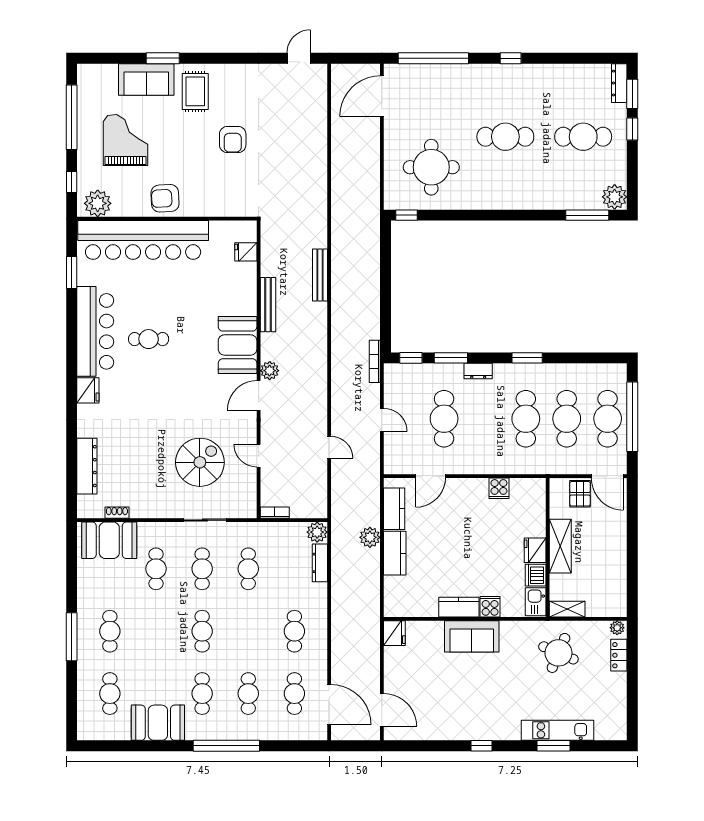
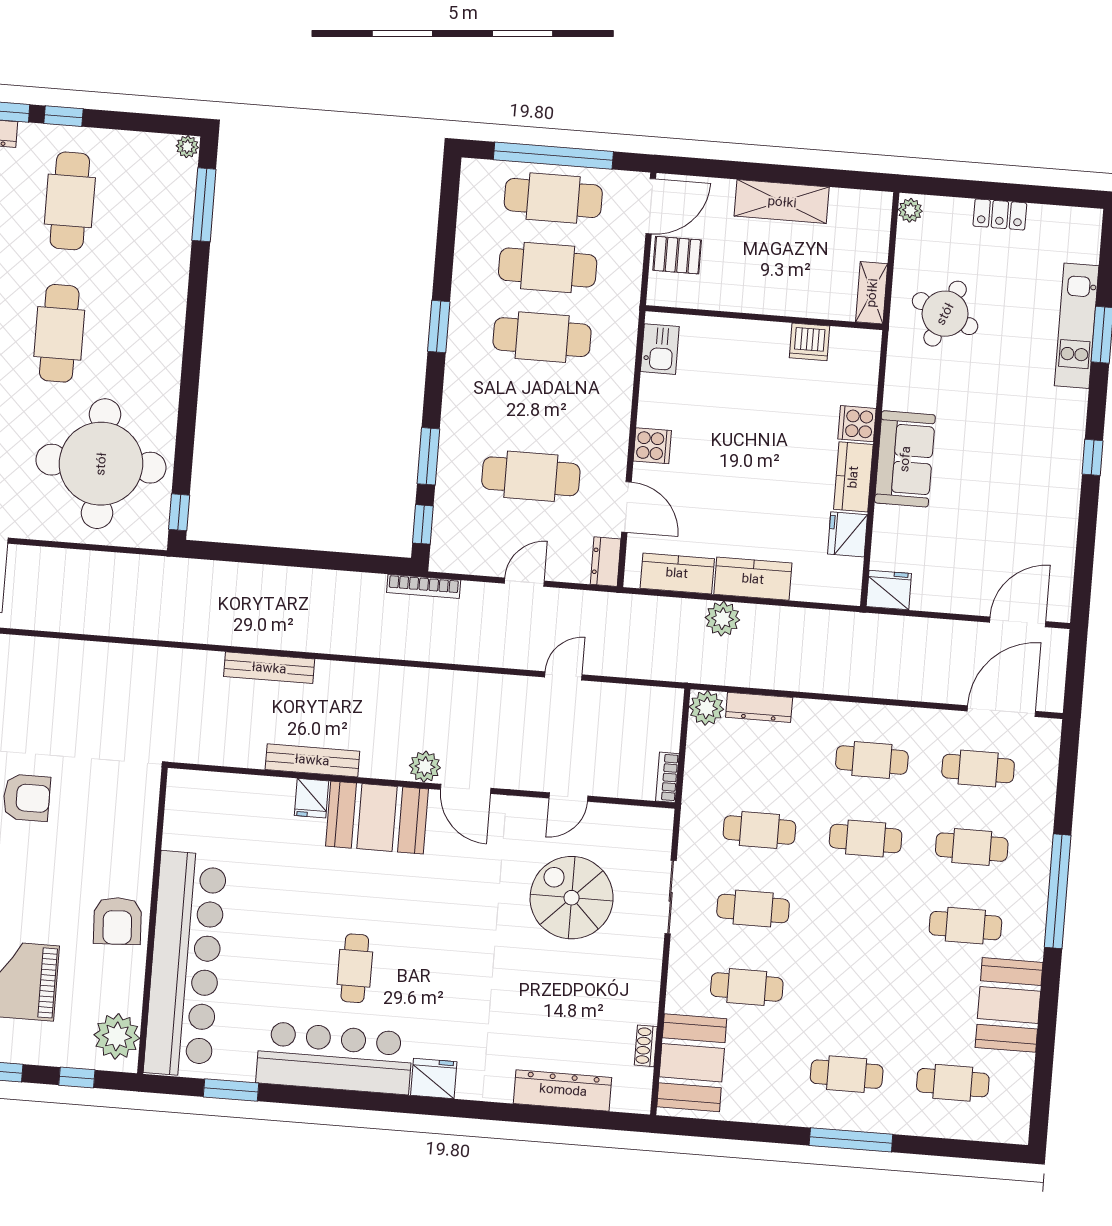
round table: (431, 167) -> (101, 464), width x1.36, depth x1.36
plant: (615, 197) -> (187, 147), width x0.53, depth x0.53
fridge: (246, 252) -> (311, 798), moved
dresser: (478, 371) -> (606, 562), moved, turned 180
cooker: (499, 488) -> (652, 446), moved
shelving: (560, 546) -> (782, 202), moved
fridge: (535, 550) -> (847, 534), moved, turned 90
kitchen sink: (536, 602) -> (660, 349), moved, turned -90
cafe table: (202, 631) -> (866, 839), moved
locker: (619, 655) -> (1000, 214), moved

